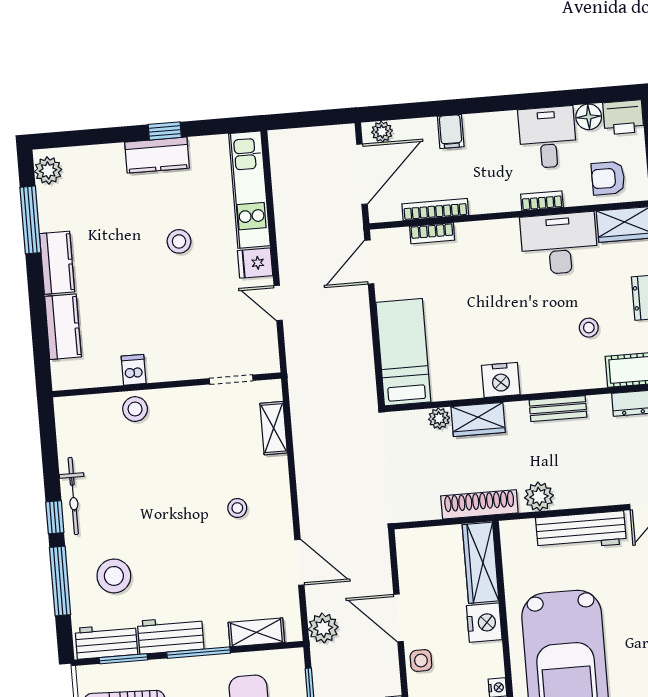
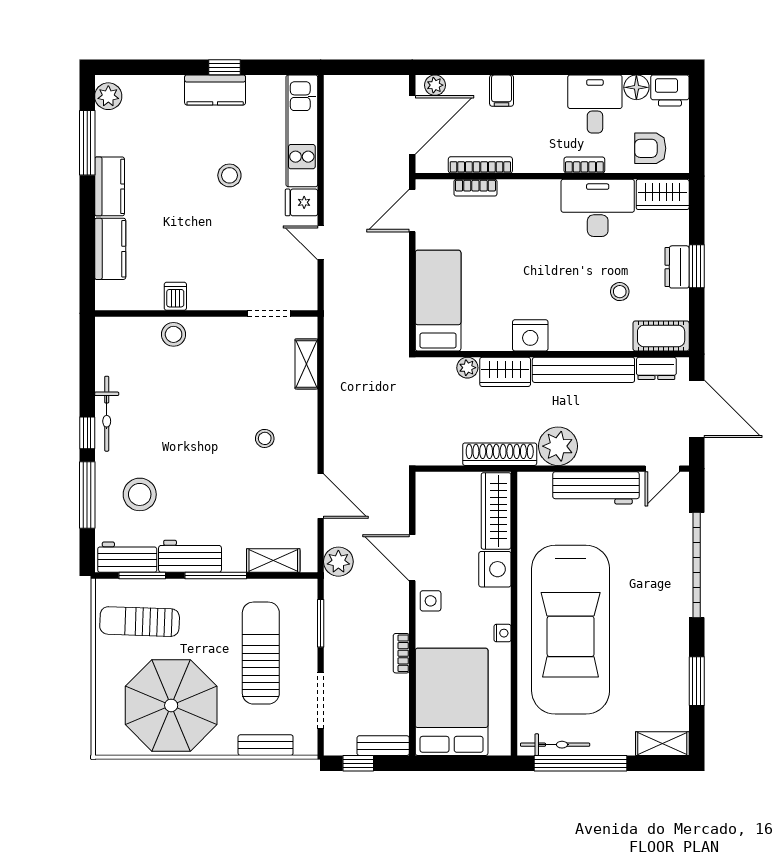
bench: (558, 409) -> (583, 370), width x1.86, depth x1.21
plant: (539, 497) -> (558, 446), width x1.36, depth x1.36

